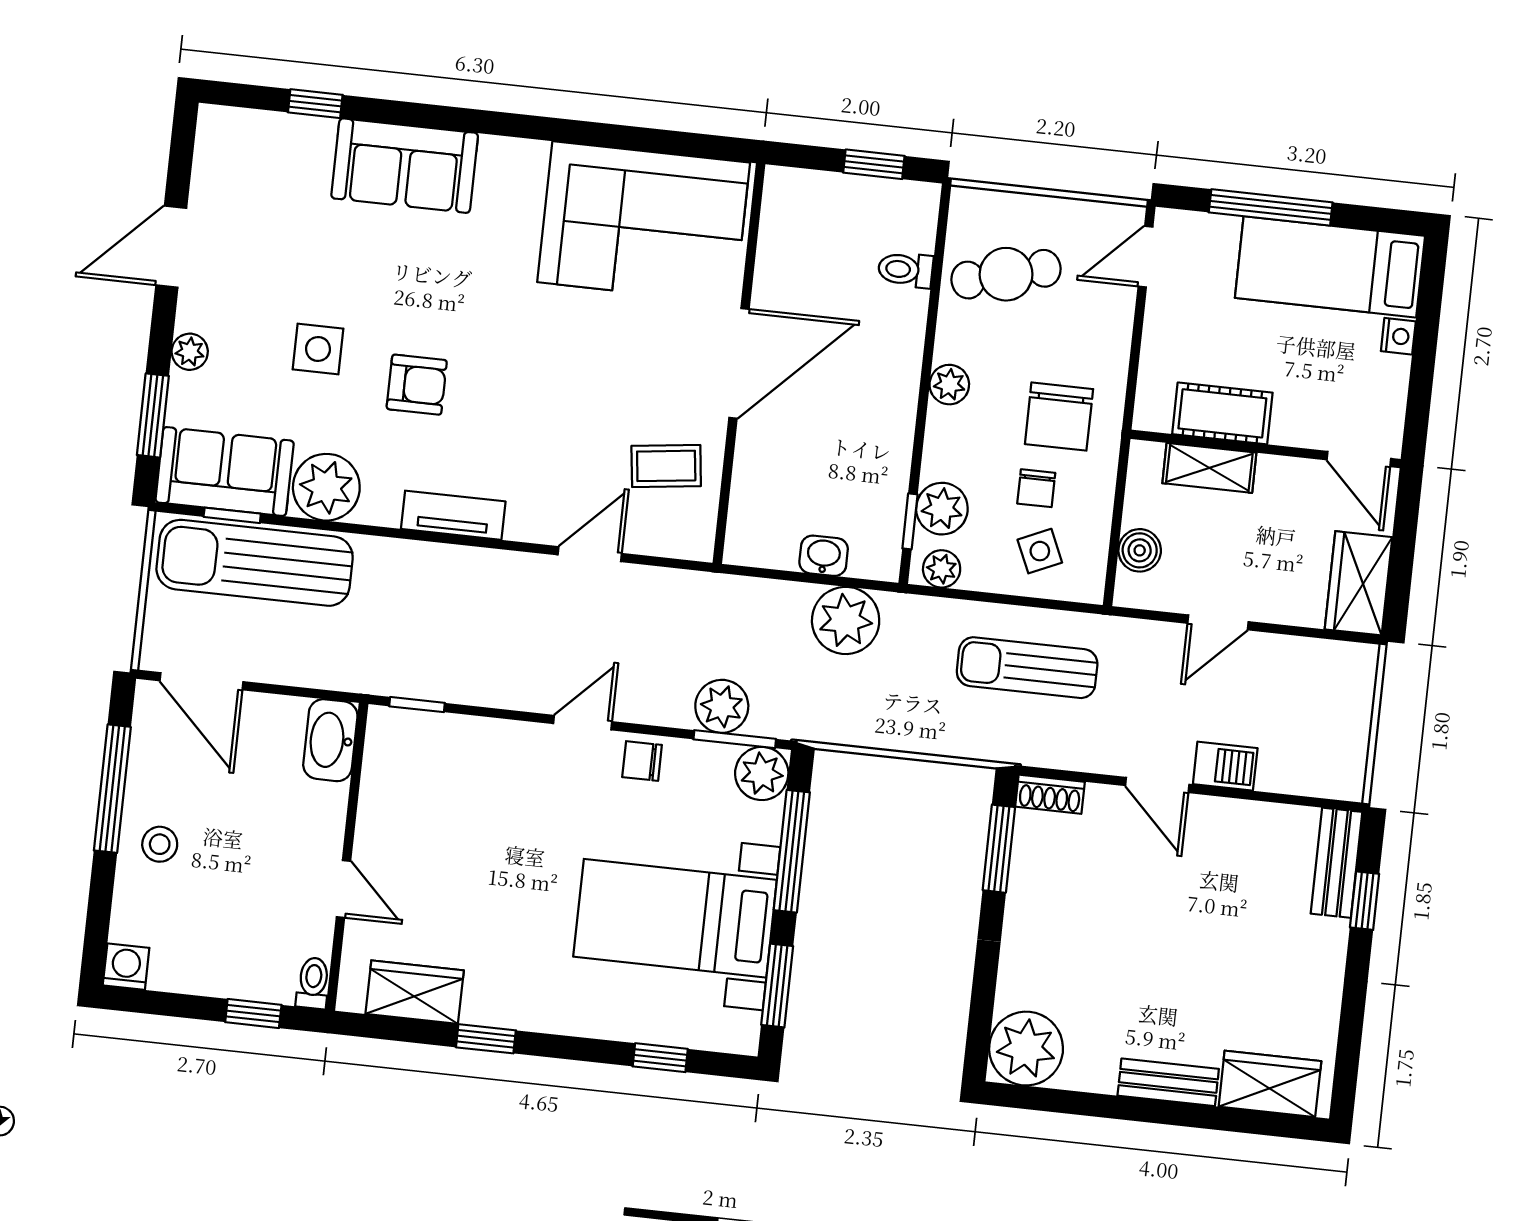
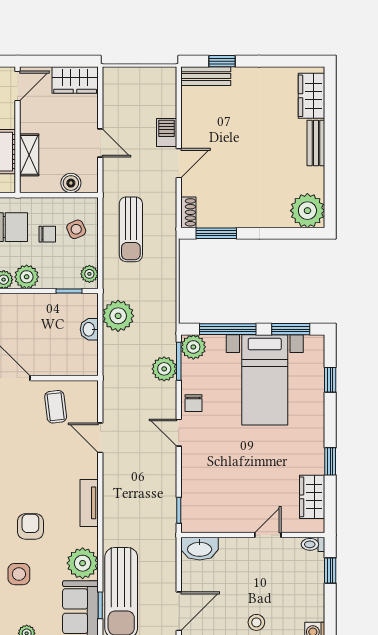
plant: (942, 509) -> (27, 277), moved

